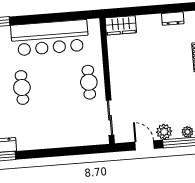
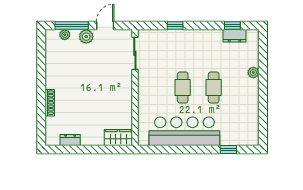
cafe table: (89, 82) -> (183, 87), moved
door: (145, 145) -> (105, 25), swing flipped
window: (69, 151) -> (175, 25), added

